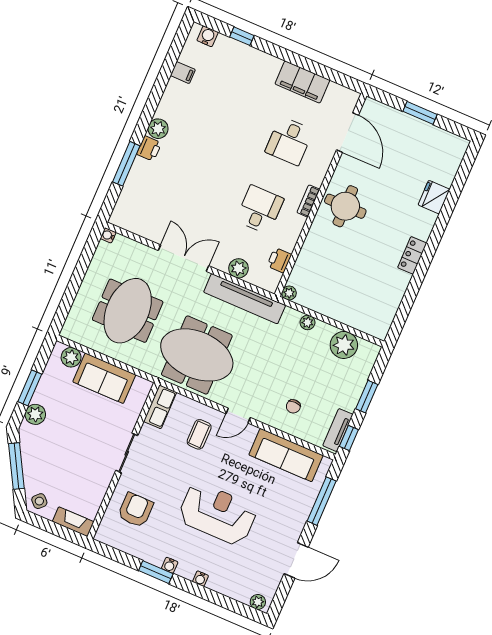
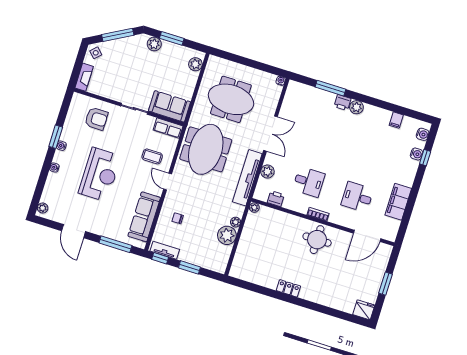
water cooler: (235, 48) -> (417, 154), added
fridge: (434, 197) -> (364, 310), moved
plant: (344, 345) -> (227, 235), moved
sofa: (104, 378) -> (169, 106), moved, turned 90

